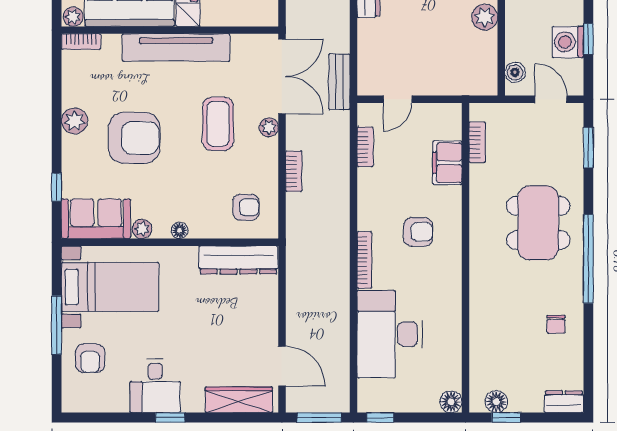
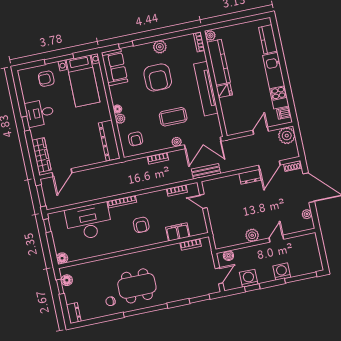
dining table: (538, 223) -> (137, 286), moved
plant: (142, 229) -> (120, 119), moved

